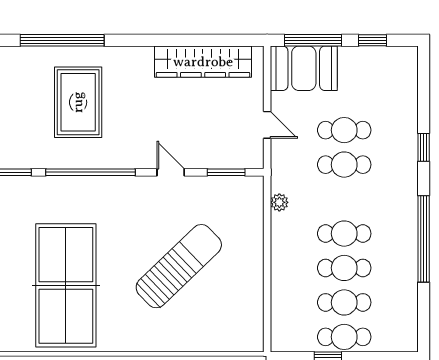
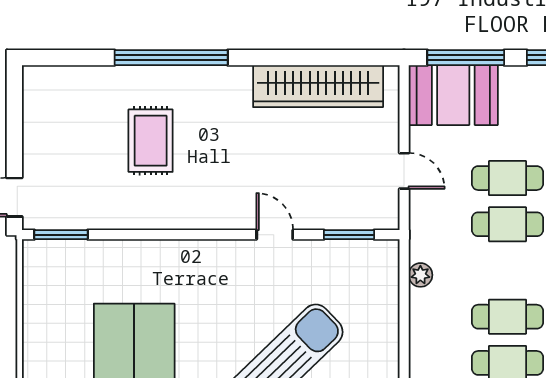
window: (62, 40) -> (171, 58), moved
rug: (78, 102) -> (151, 141), width x0.73, depth x0.70
window: (91, 172) -> (167, 235), removed

